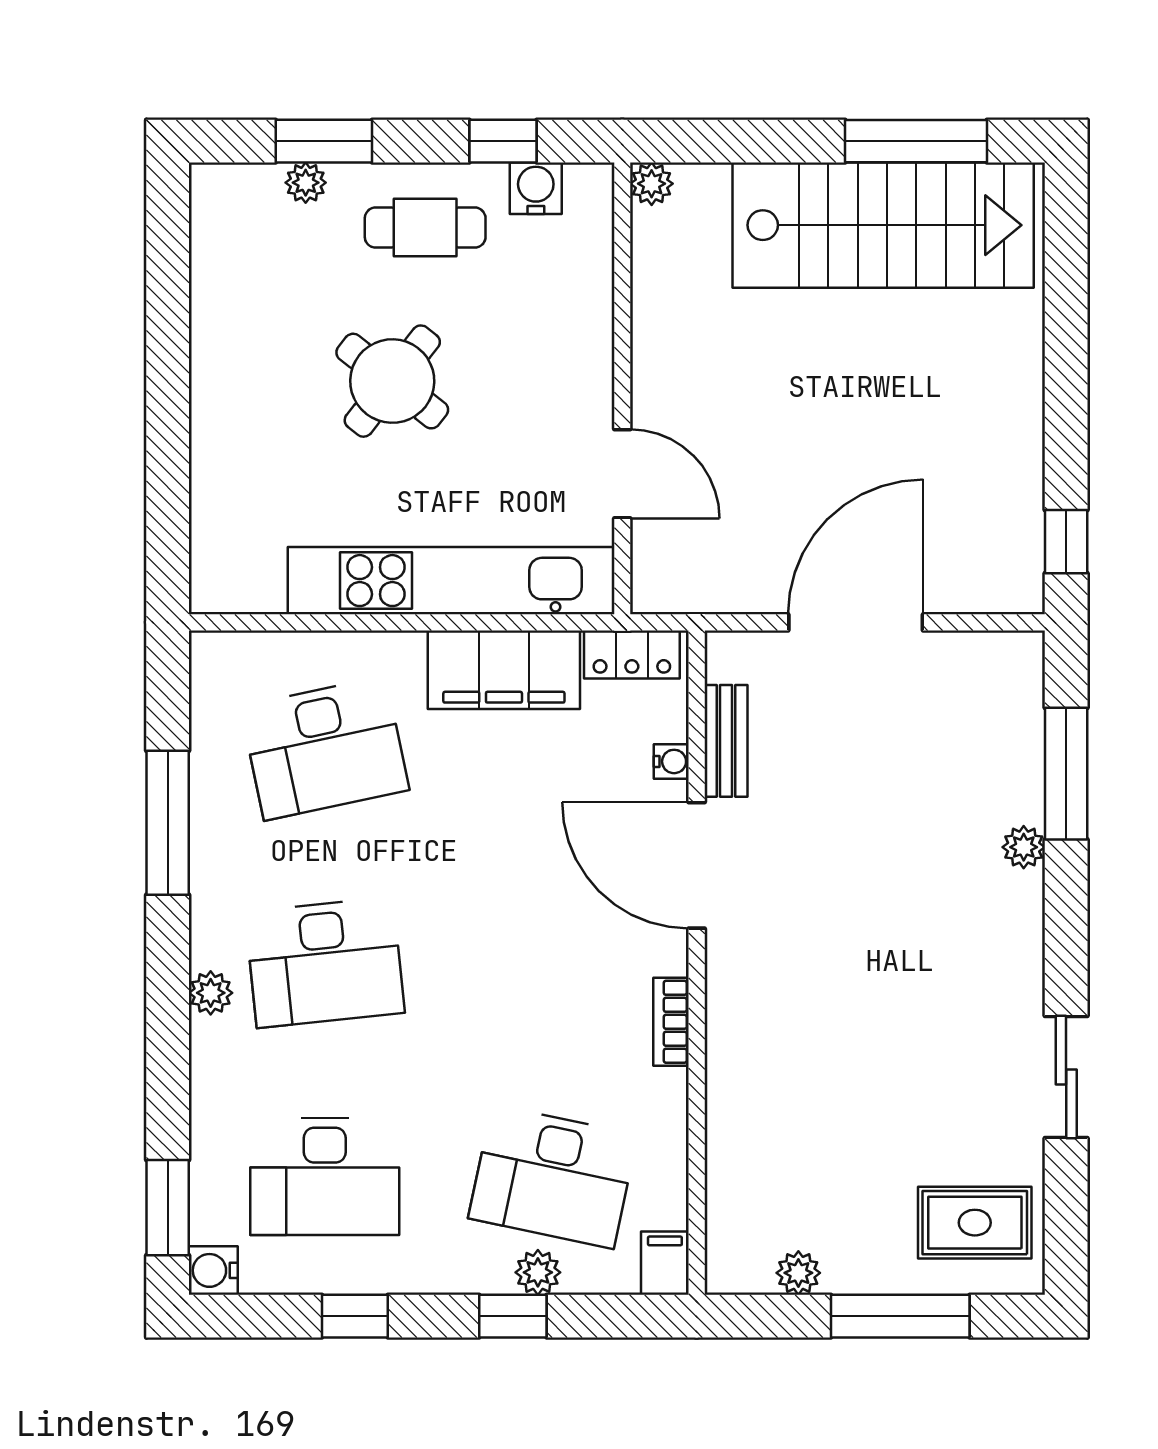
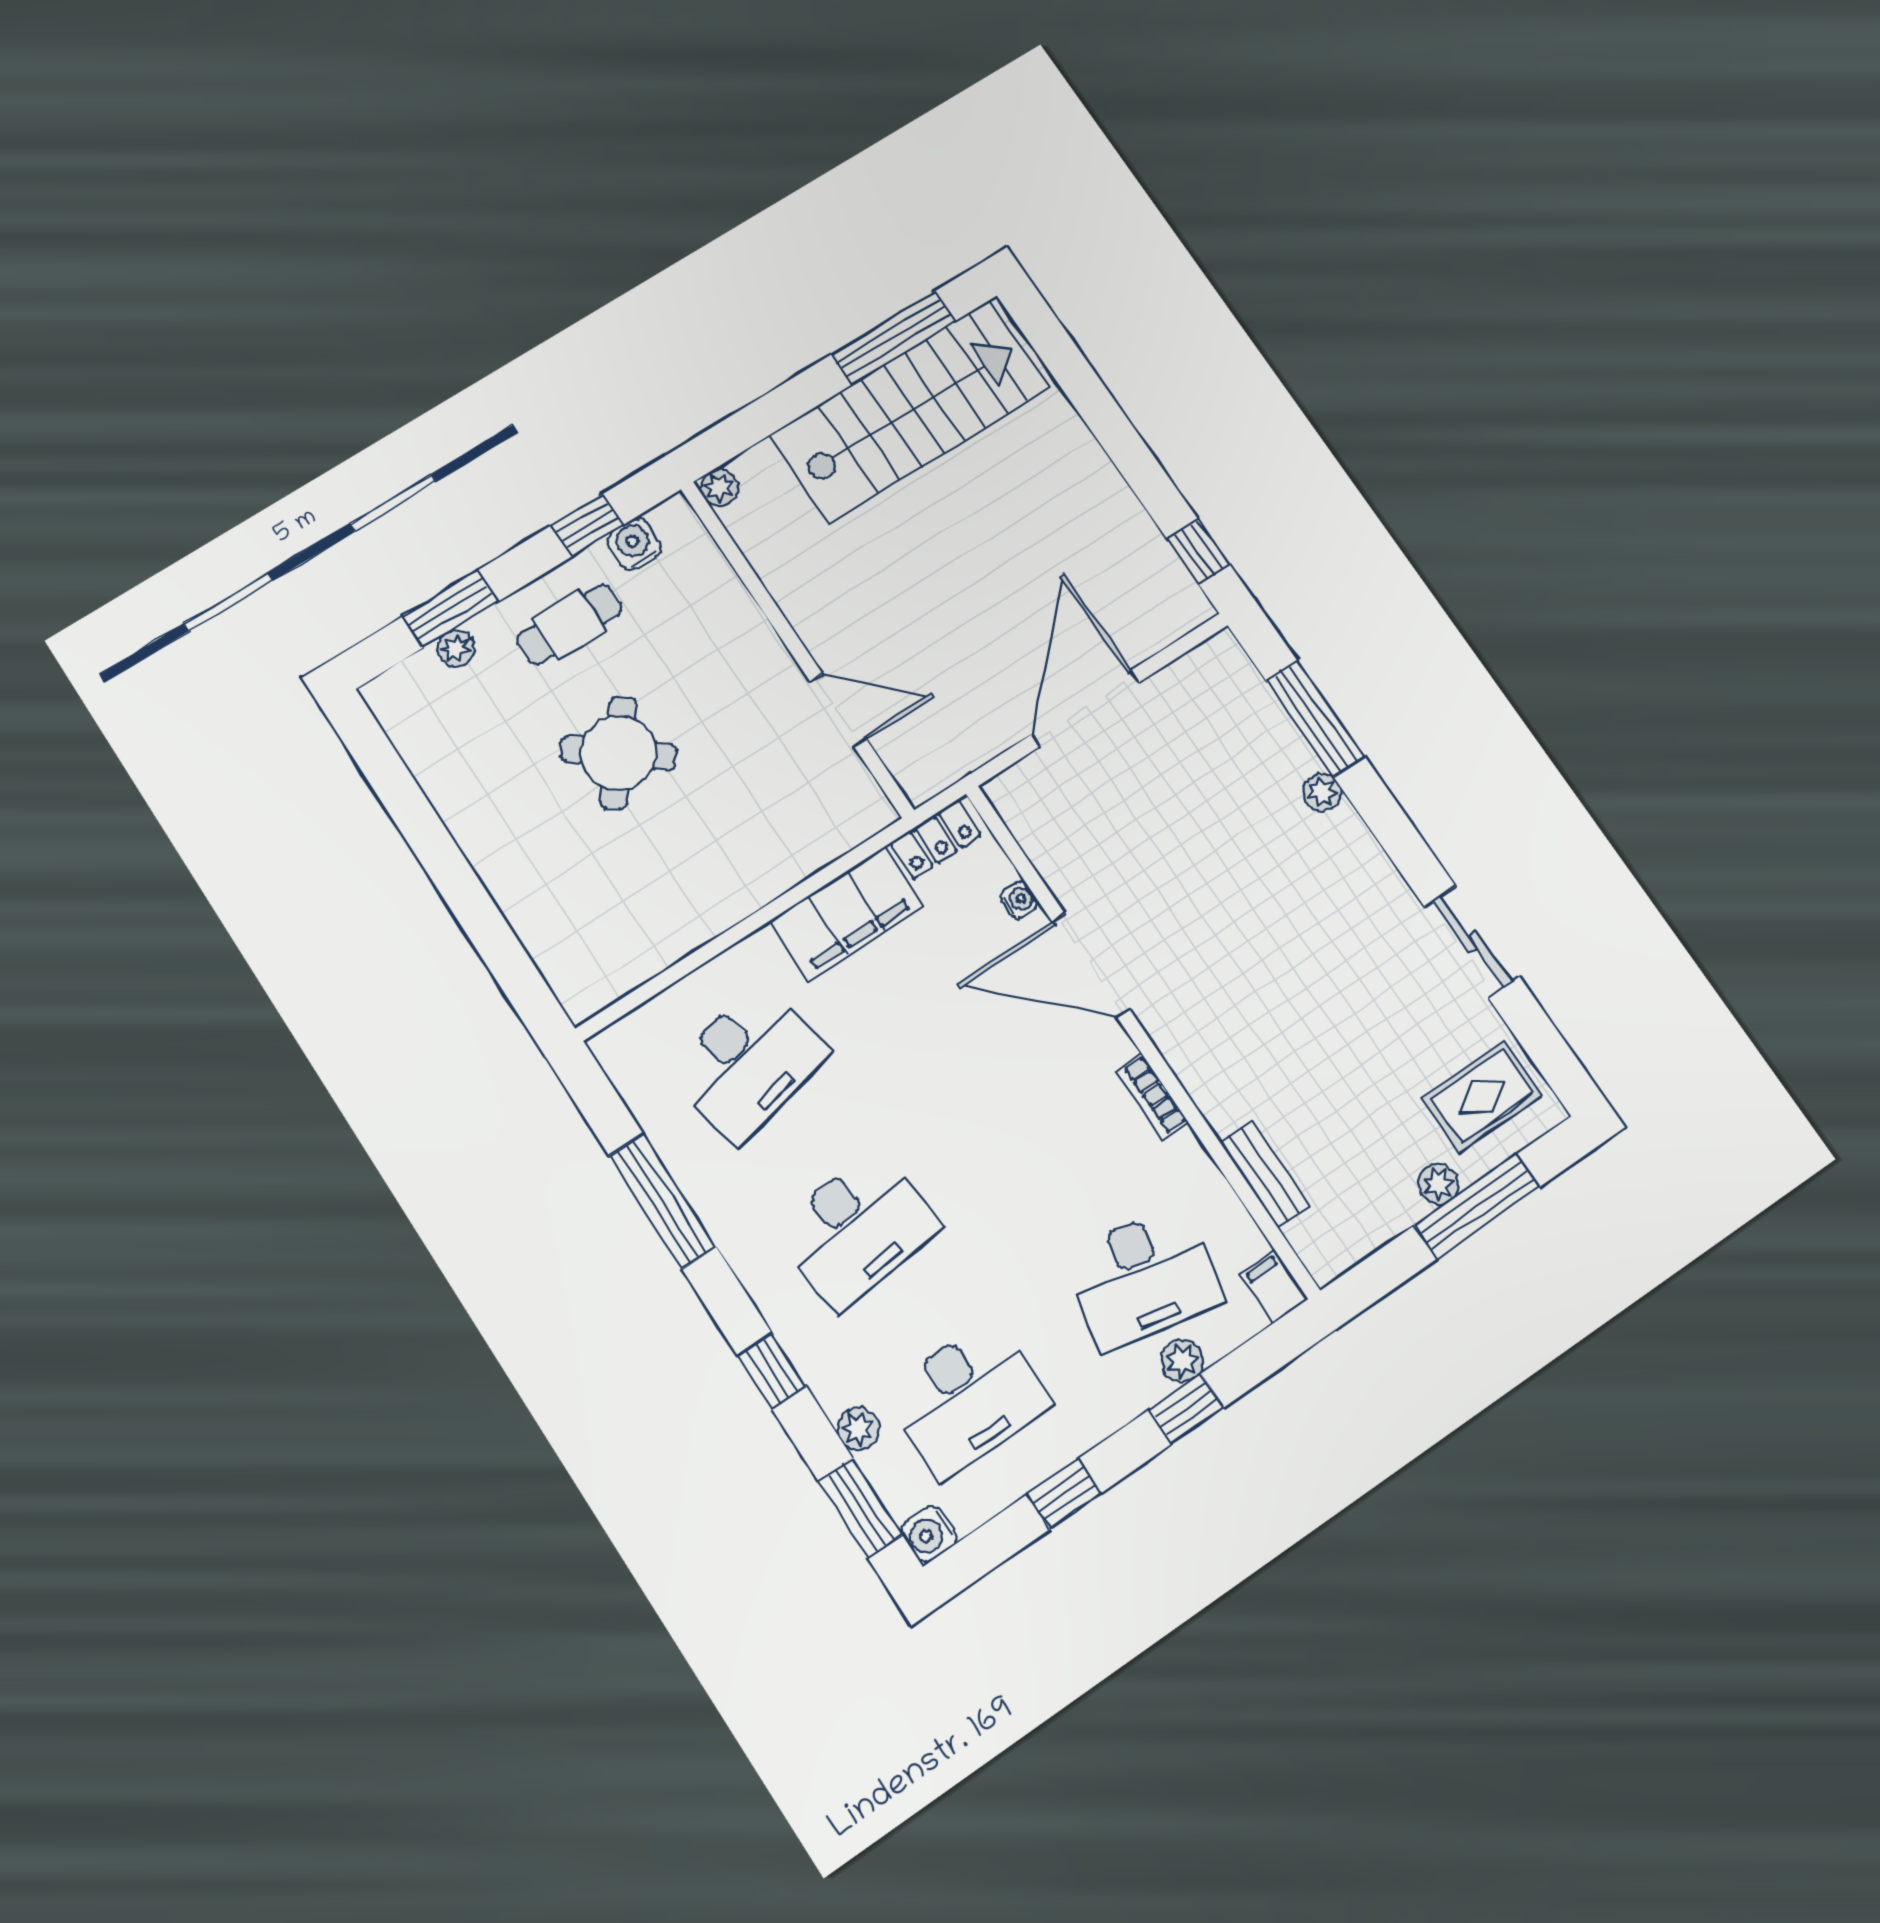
kitchen unit: (451, 581) -> (762, 873), removed
bench: (726, 741) -> (1264, 1174), moved
plant: (211, 993) -> (858, 1429), moved
window: (168, 1038) -> (772, 1371), added
plant: (798, 1273) -> (1438, 1184), moved

